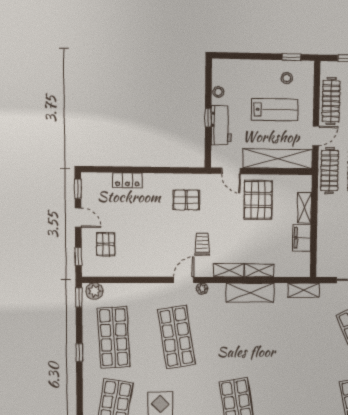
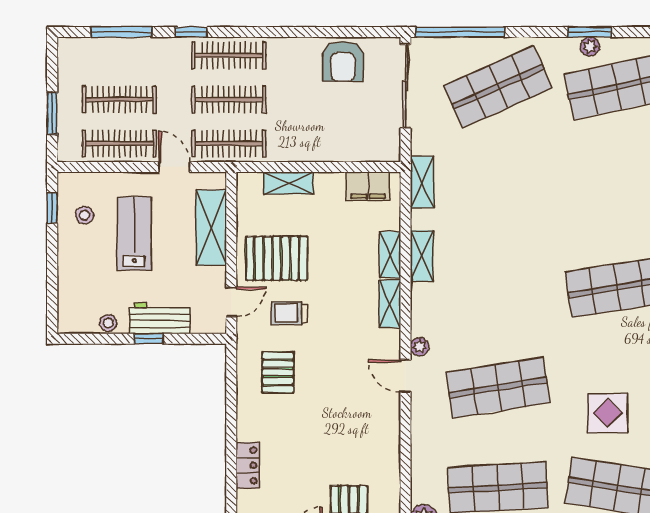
shelving: (278, 159) -> (211, 228), width x0.68
filing cabinet: (302, 238) -> (368, 186), moved
trolley: (202, 244) -> (289, 313), moved
shelving: (250, 293) -> (422, 256), width x0.67, depth x0.75

